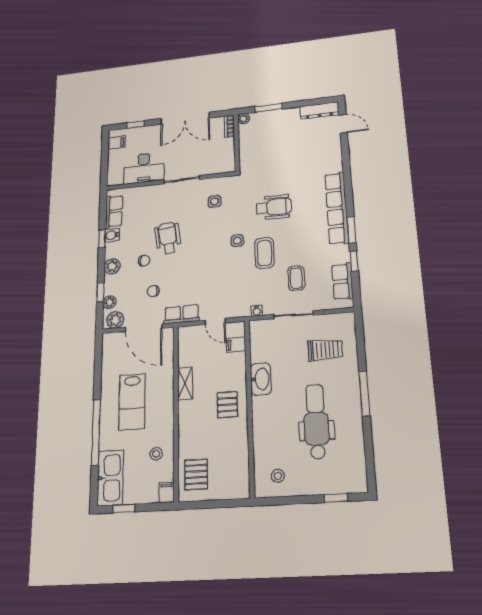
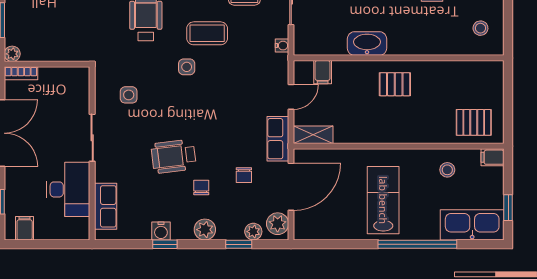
row of seats: (114, 211) -> (106, 206), moved, turned 90
shelving: (185, 383) -> (313, 135), moved
lab bench: (132, 402) -> (383, 200), turned -90

